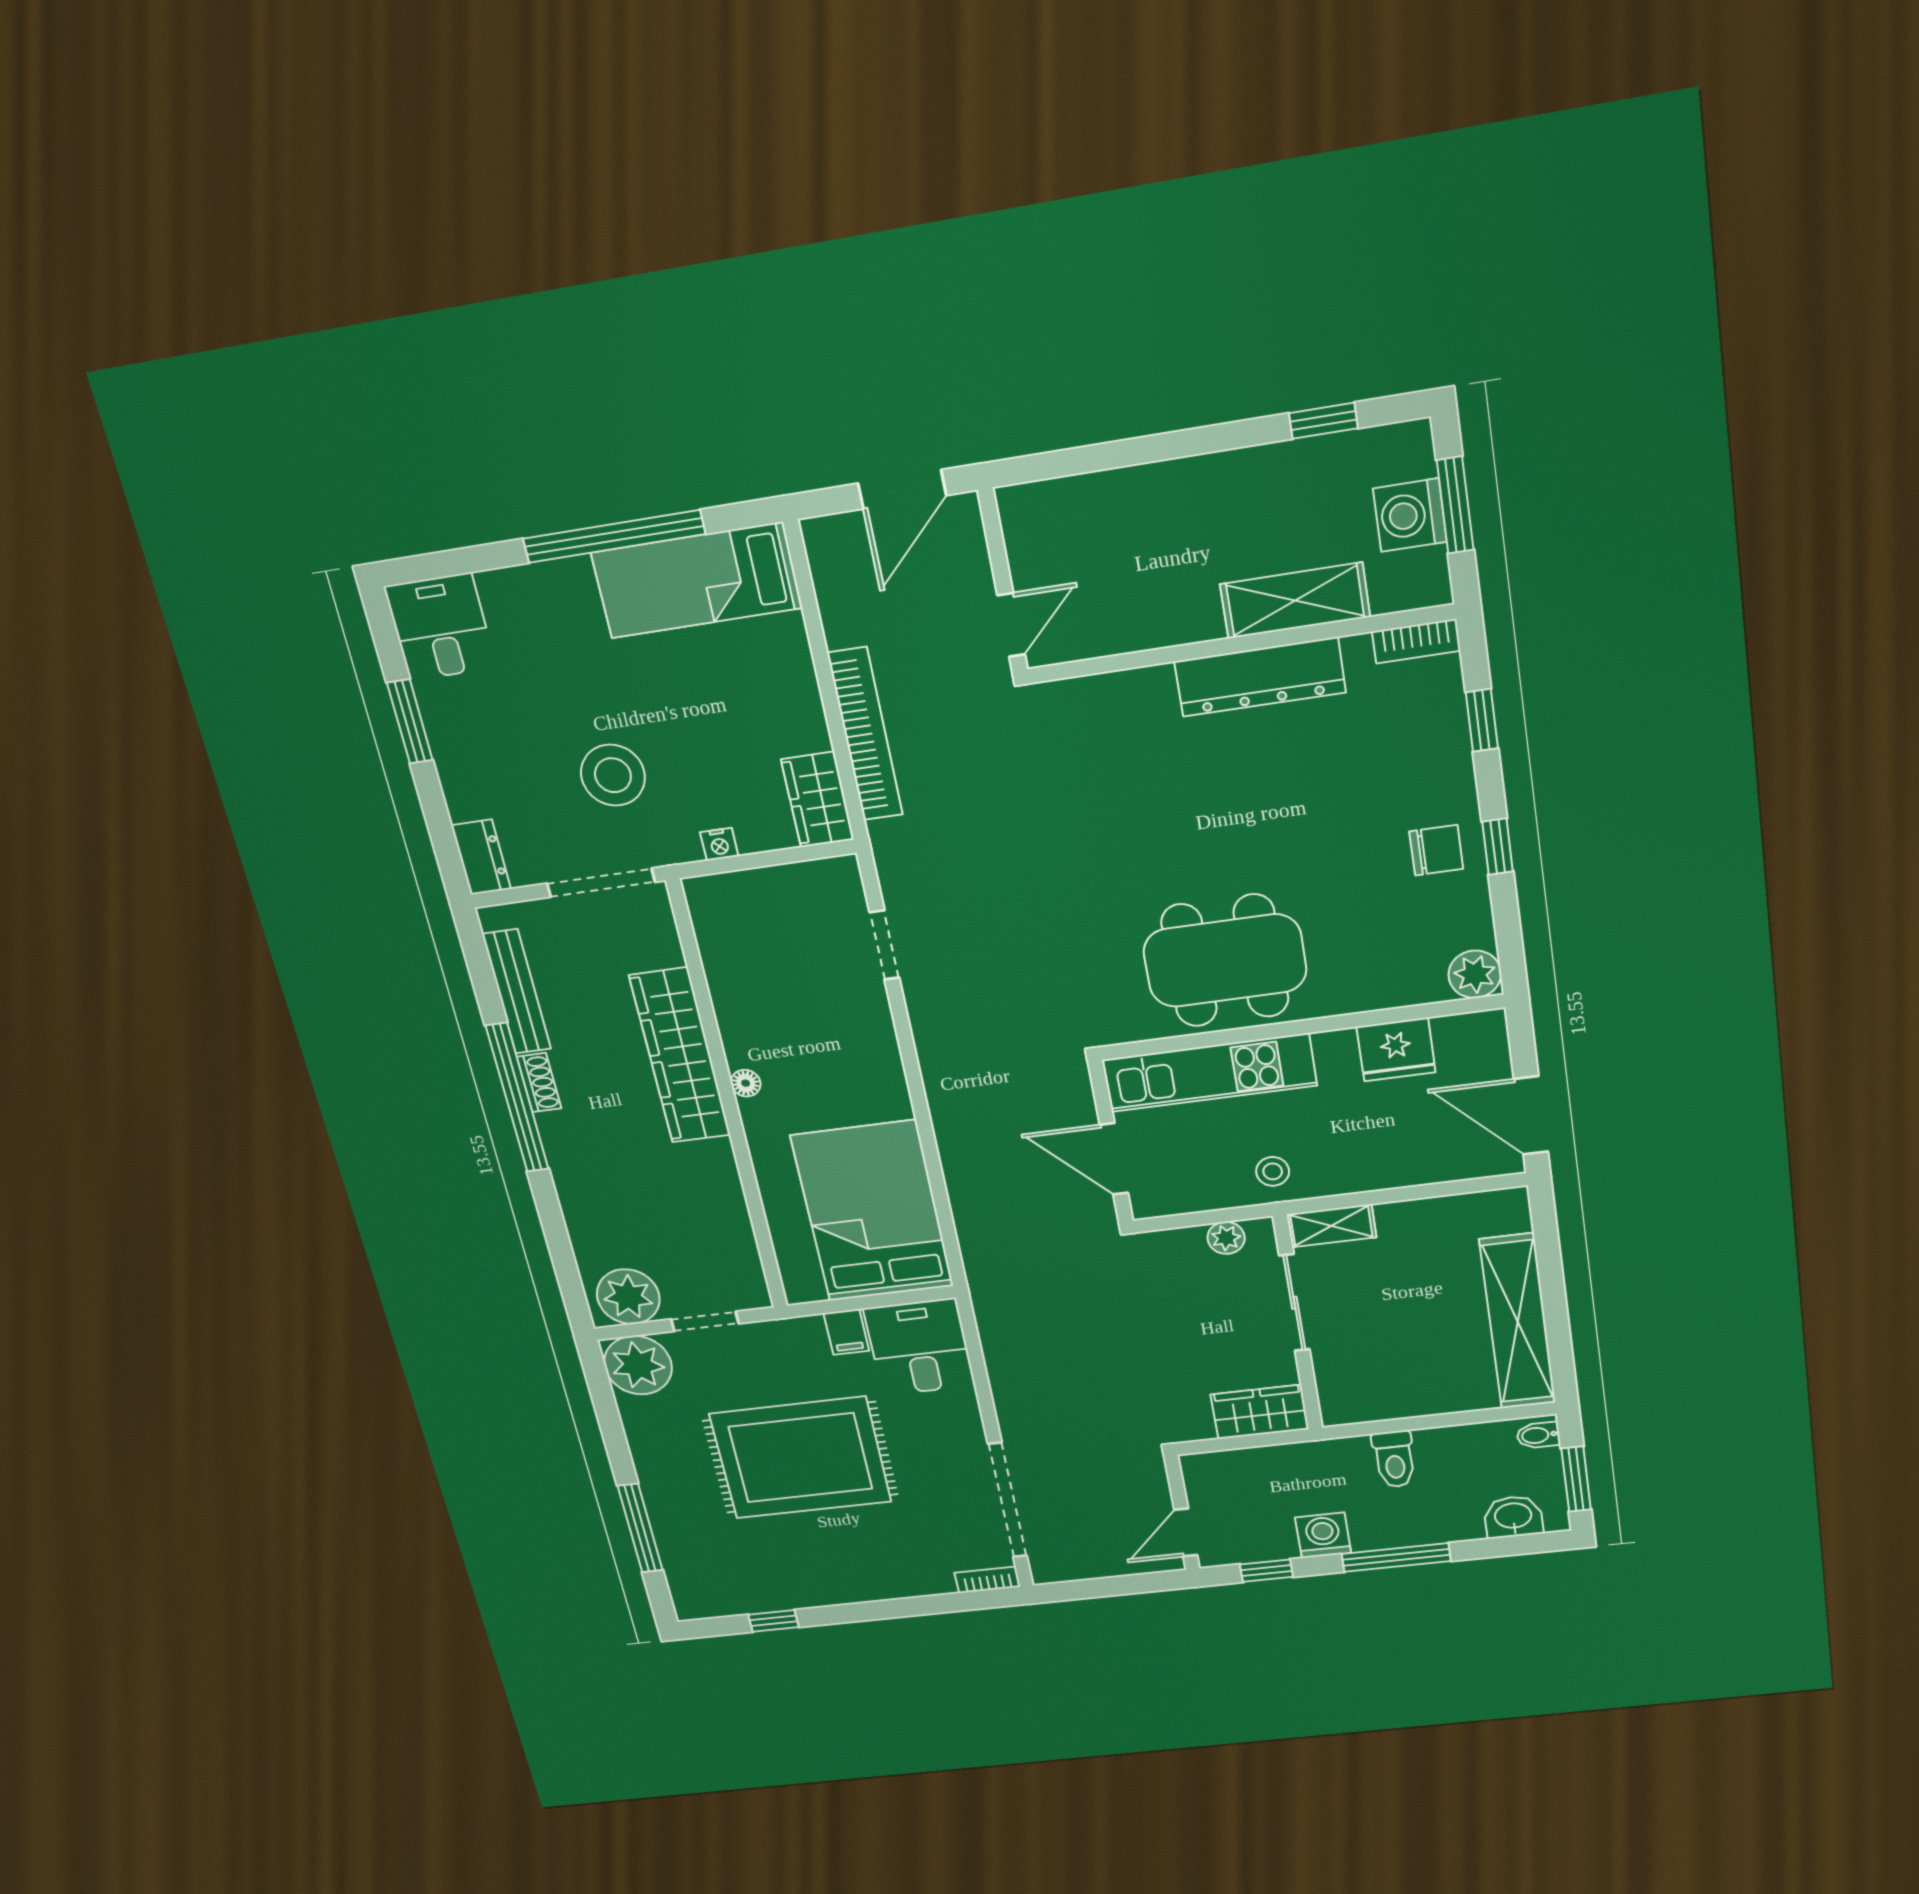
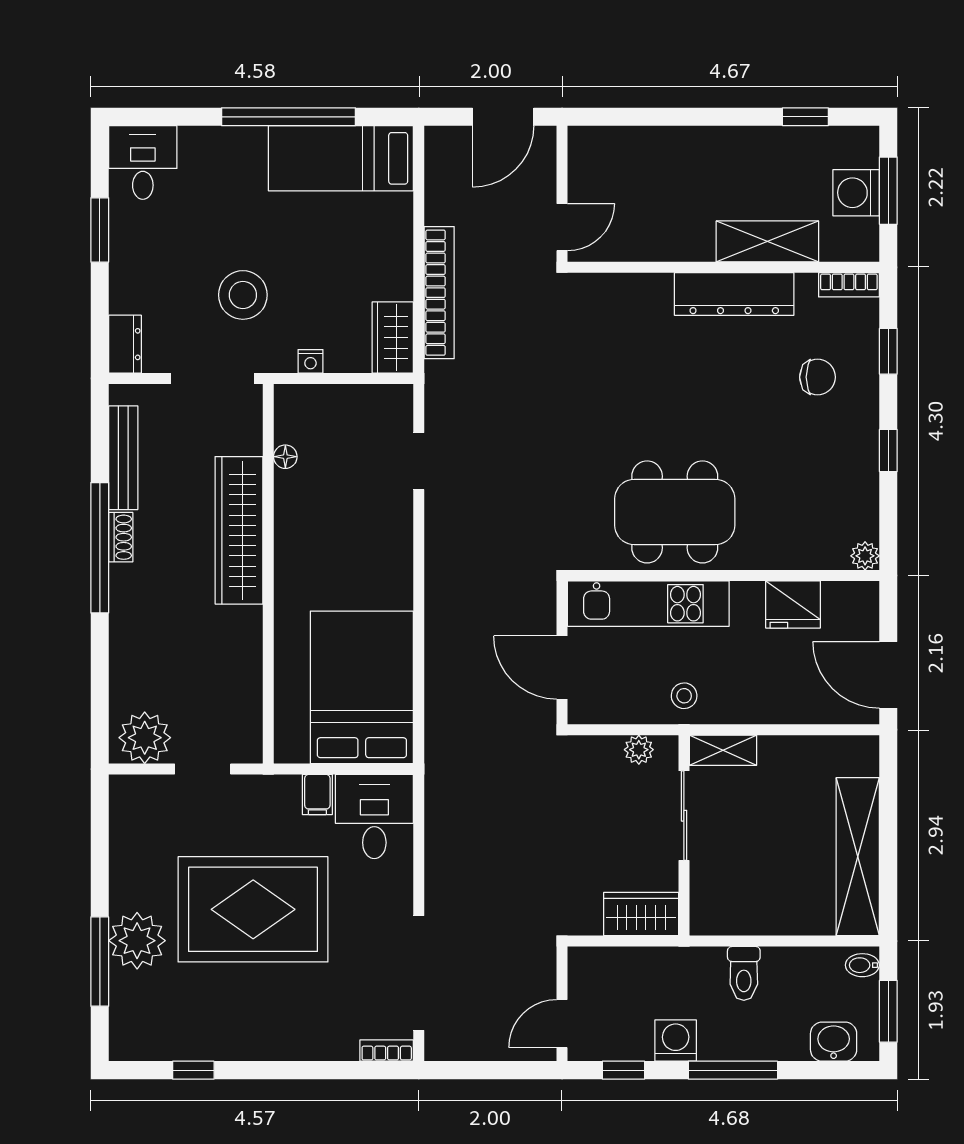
chair: (1436, 850) -> (818, 377), moved
plant: (1475, 974) -> (865, 556), width x0.73, depth x0.73
floor lamp: (746, 1083) -> (285, 457), moved
plant: (638, 1365) -> (137, 941), moved

